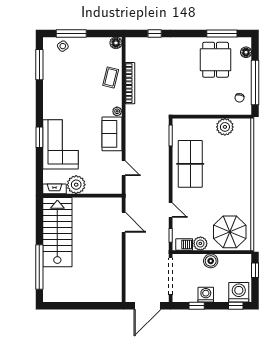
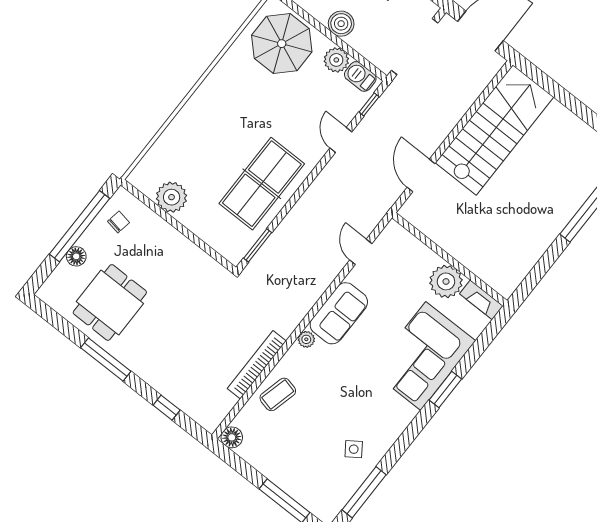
window: (222, 33) -> (106, 360), moved
side table: (63, 46) -> (354, 449), moved
floor lamp: (246, 52) -> (76, 256), moved
stairs: (57, 232) -> (494, 130), moved, turned 180

